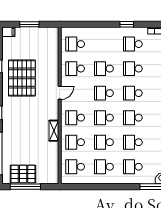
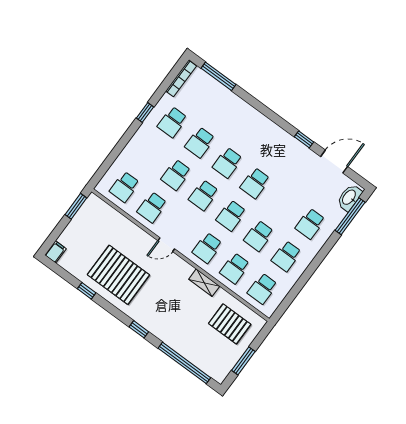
window: (29, 24) -> (76, 206), moved
door: (60, 93) -> (166, 245), swing flipped
school desk: (133, 142) -> (283, 203), removed
pallet: (23, 174) -> (230, 324), moved, turned 90
window: (25, 187) -> (243, 361), width x0.69

